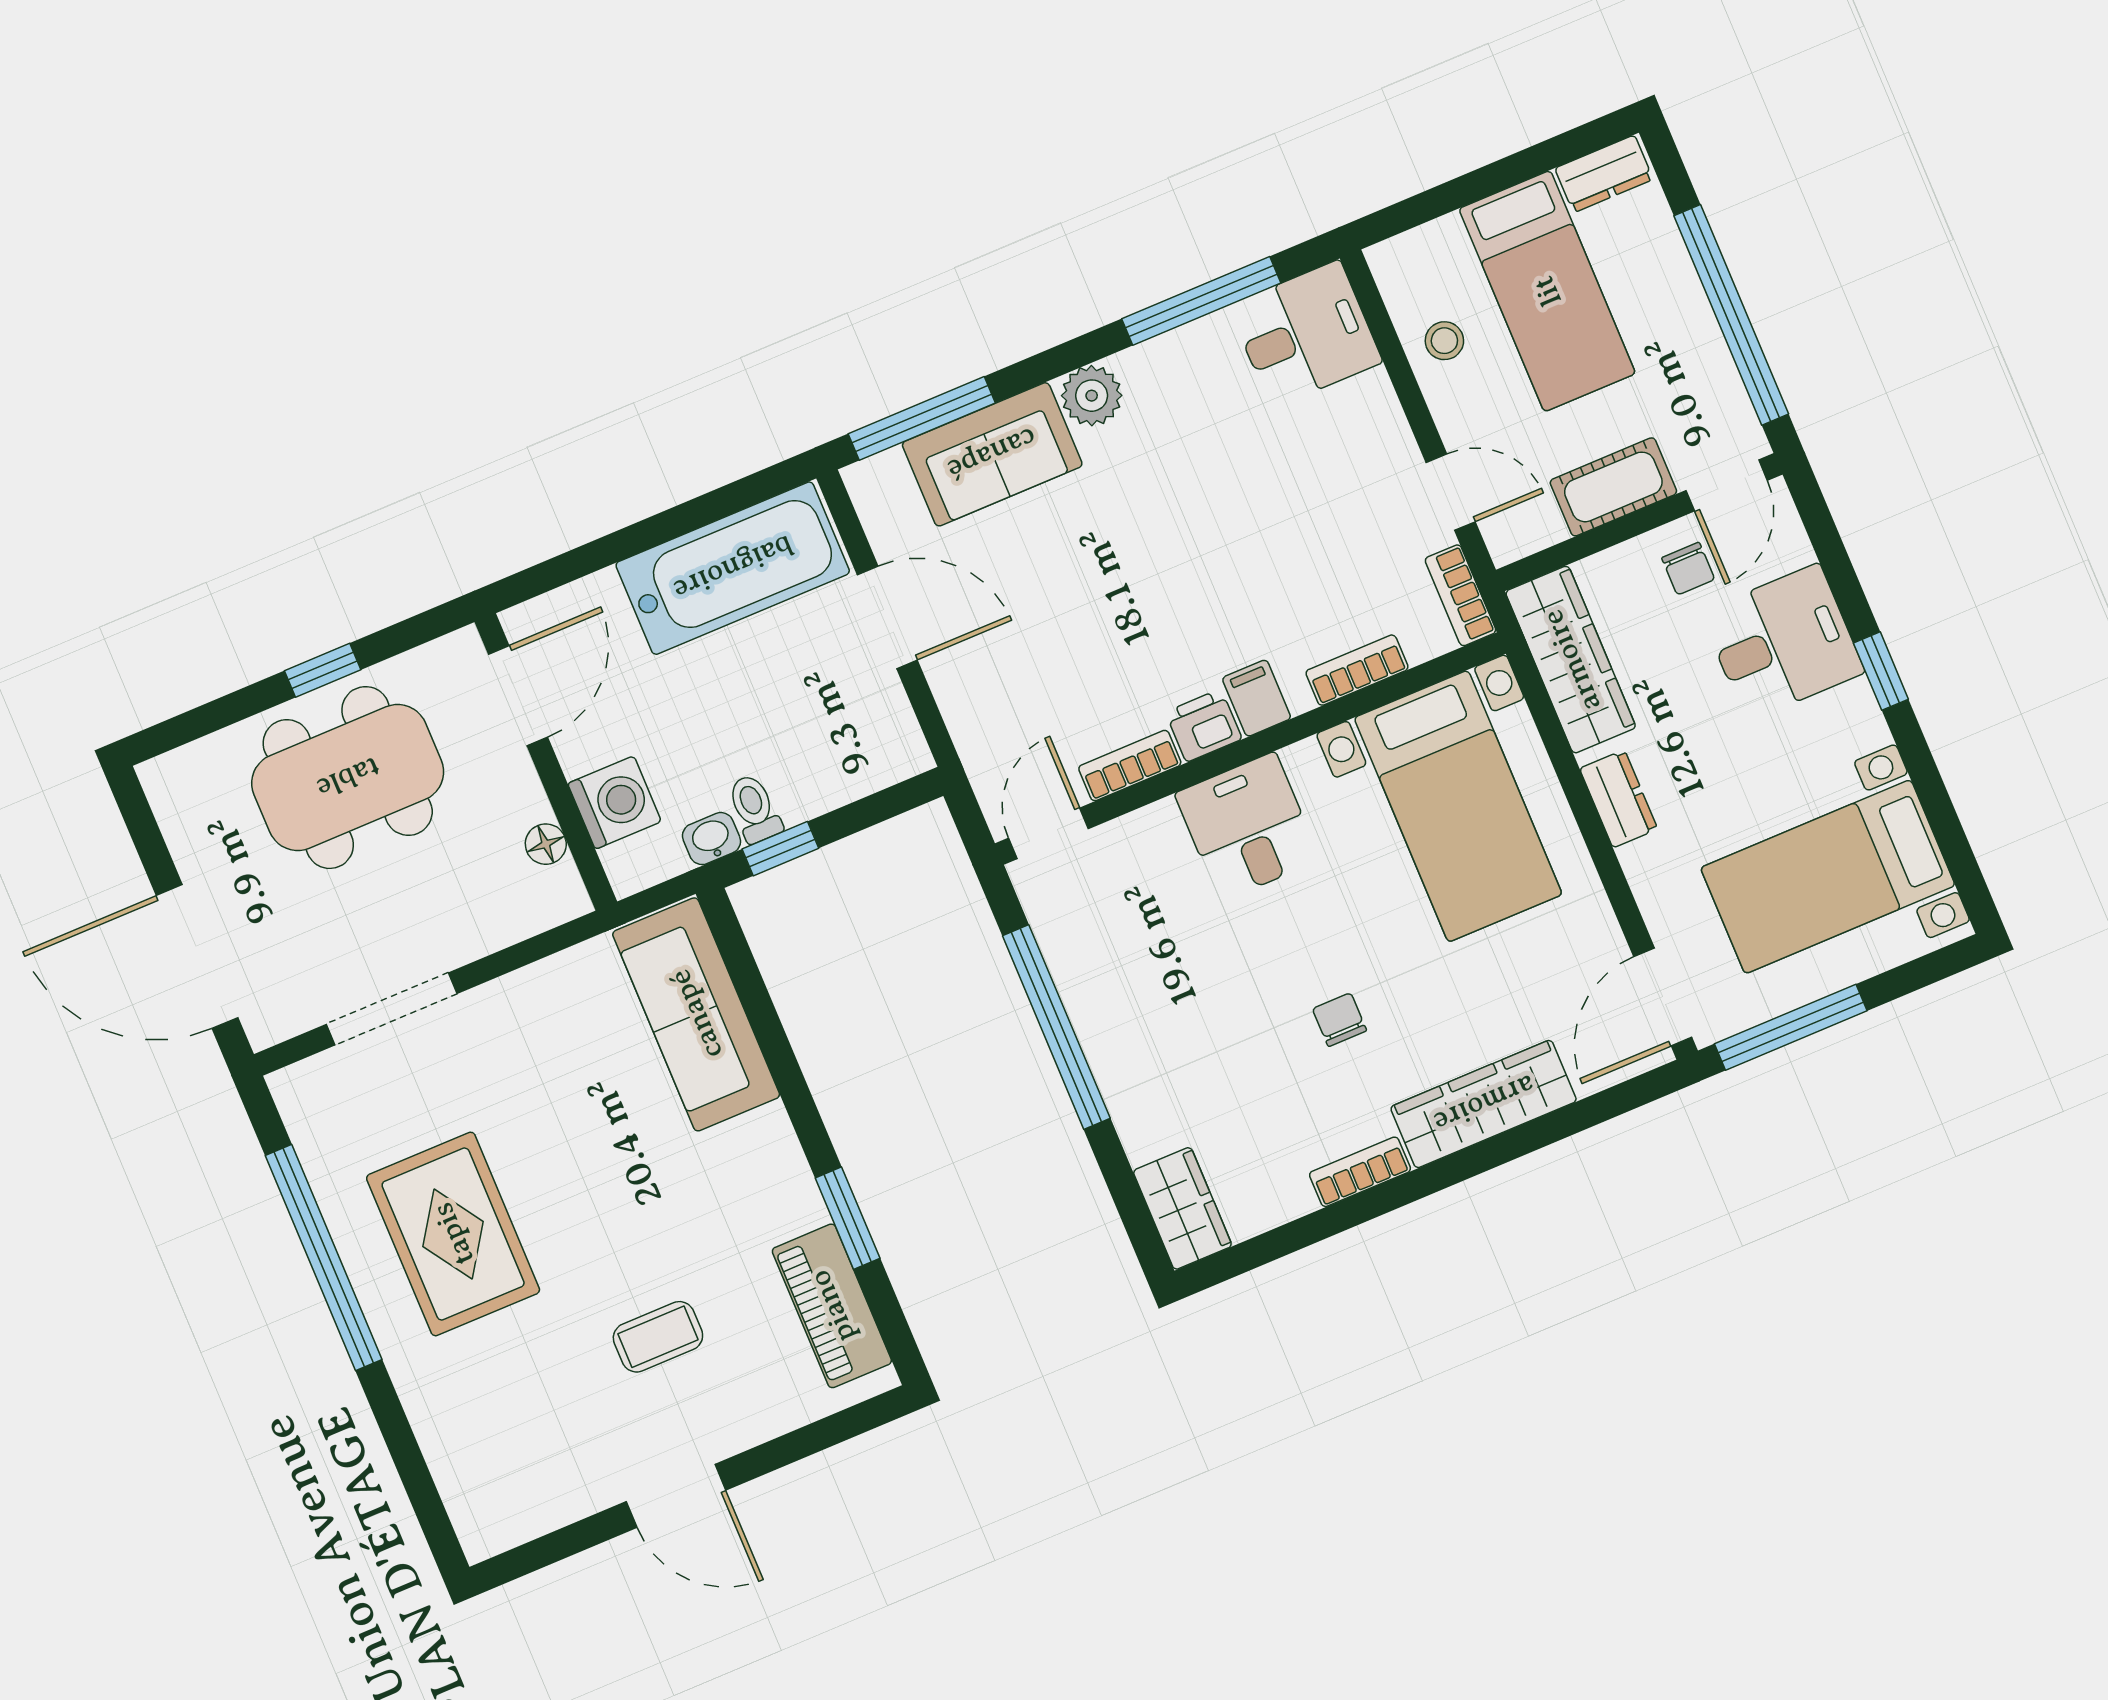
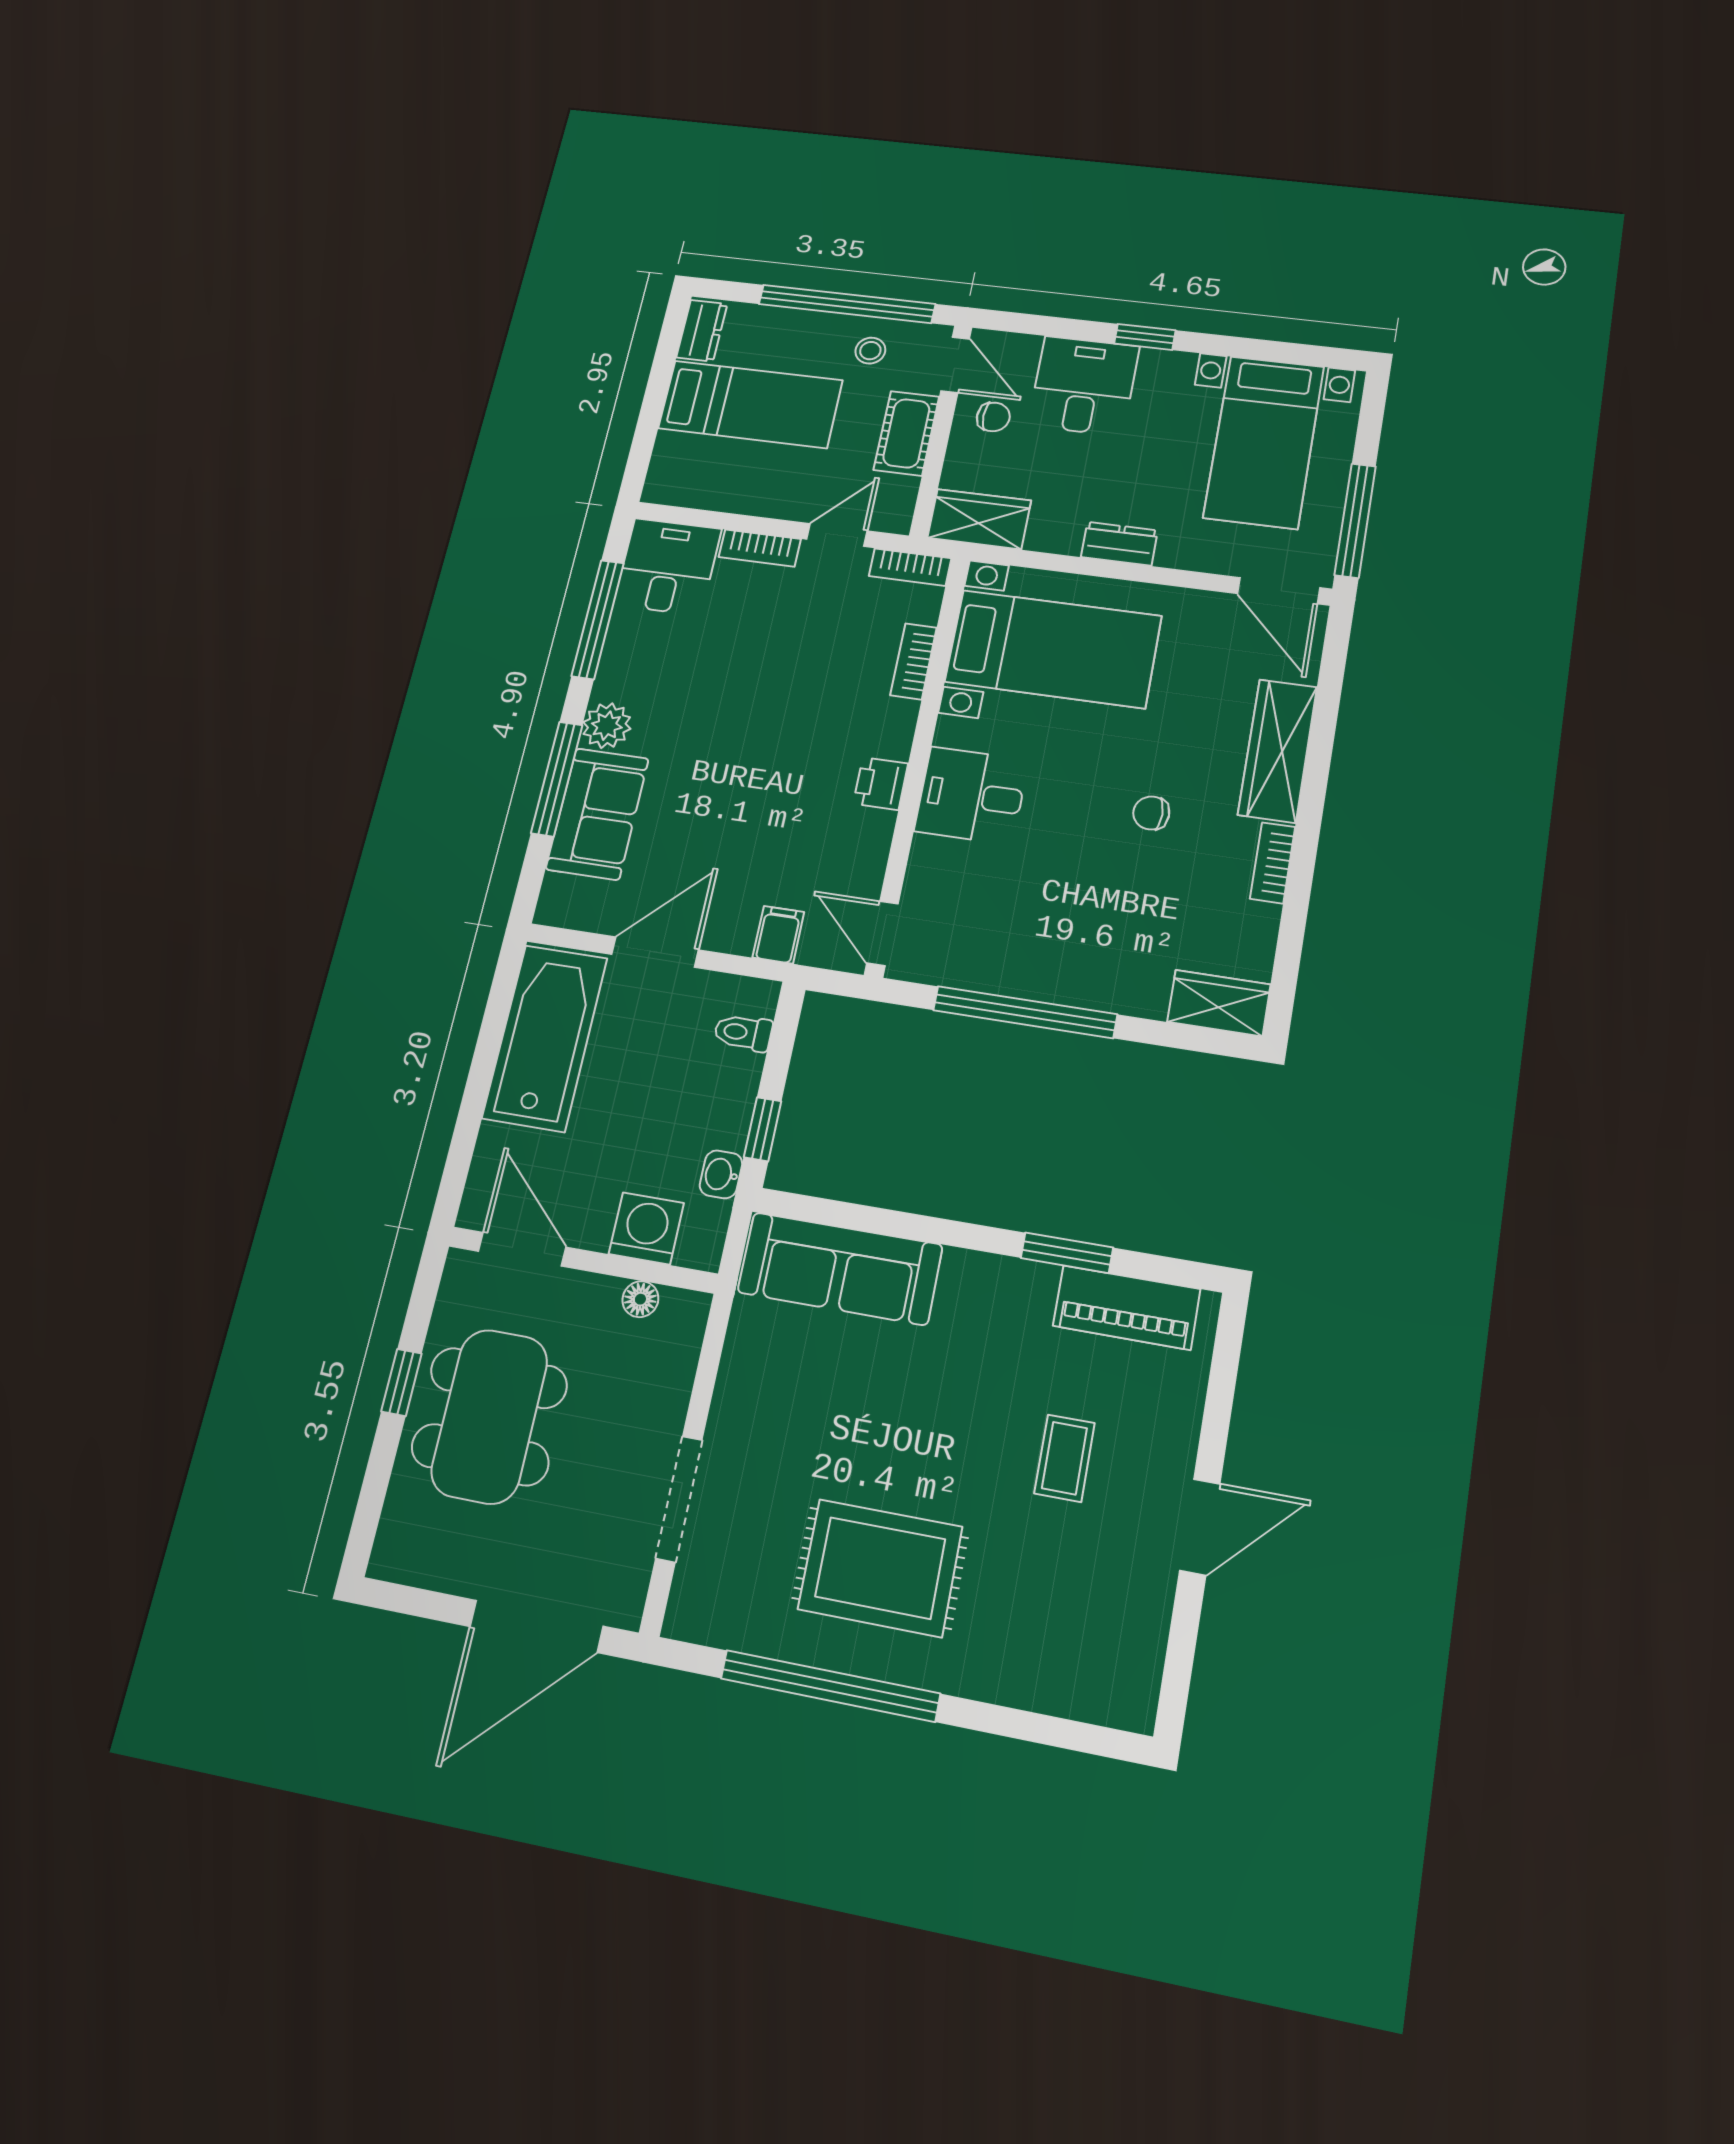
stool: (1444, 341) -> (870, 351), moved
window: (922, 418) -> (557, 779), moved
wardrobe: (1571, 660) -> (979, 519), width x0.67
filing cabinet: (1257, 698) -> (778, 935), moved, turned 90
bookcase: (1130, 766) -> (760, 548), moved, turned -90
toilet: (754, 809) -> (743, 1033), moved

